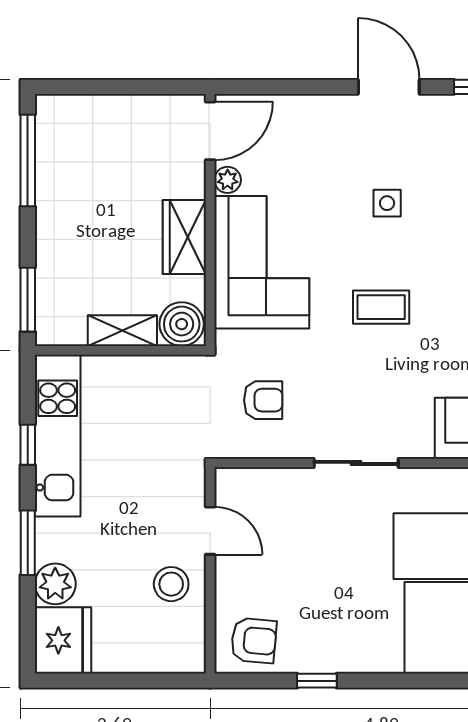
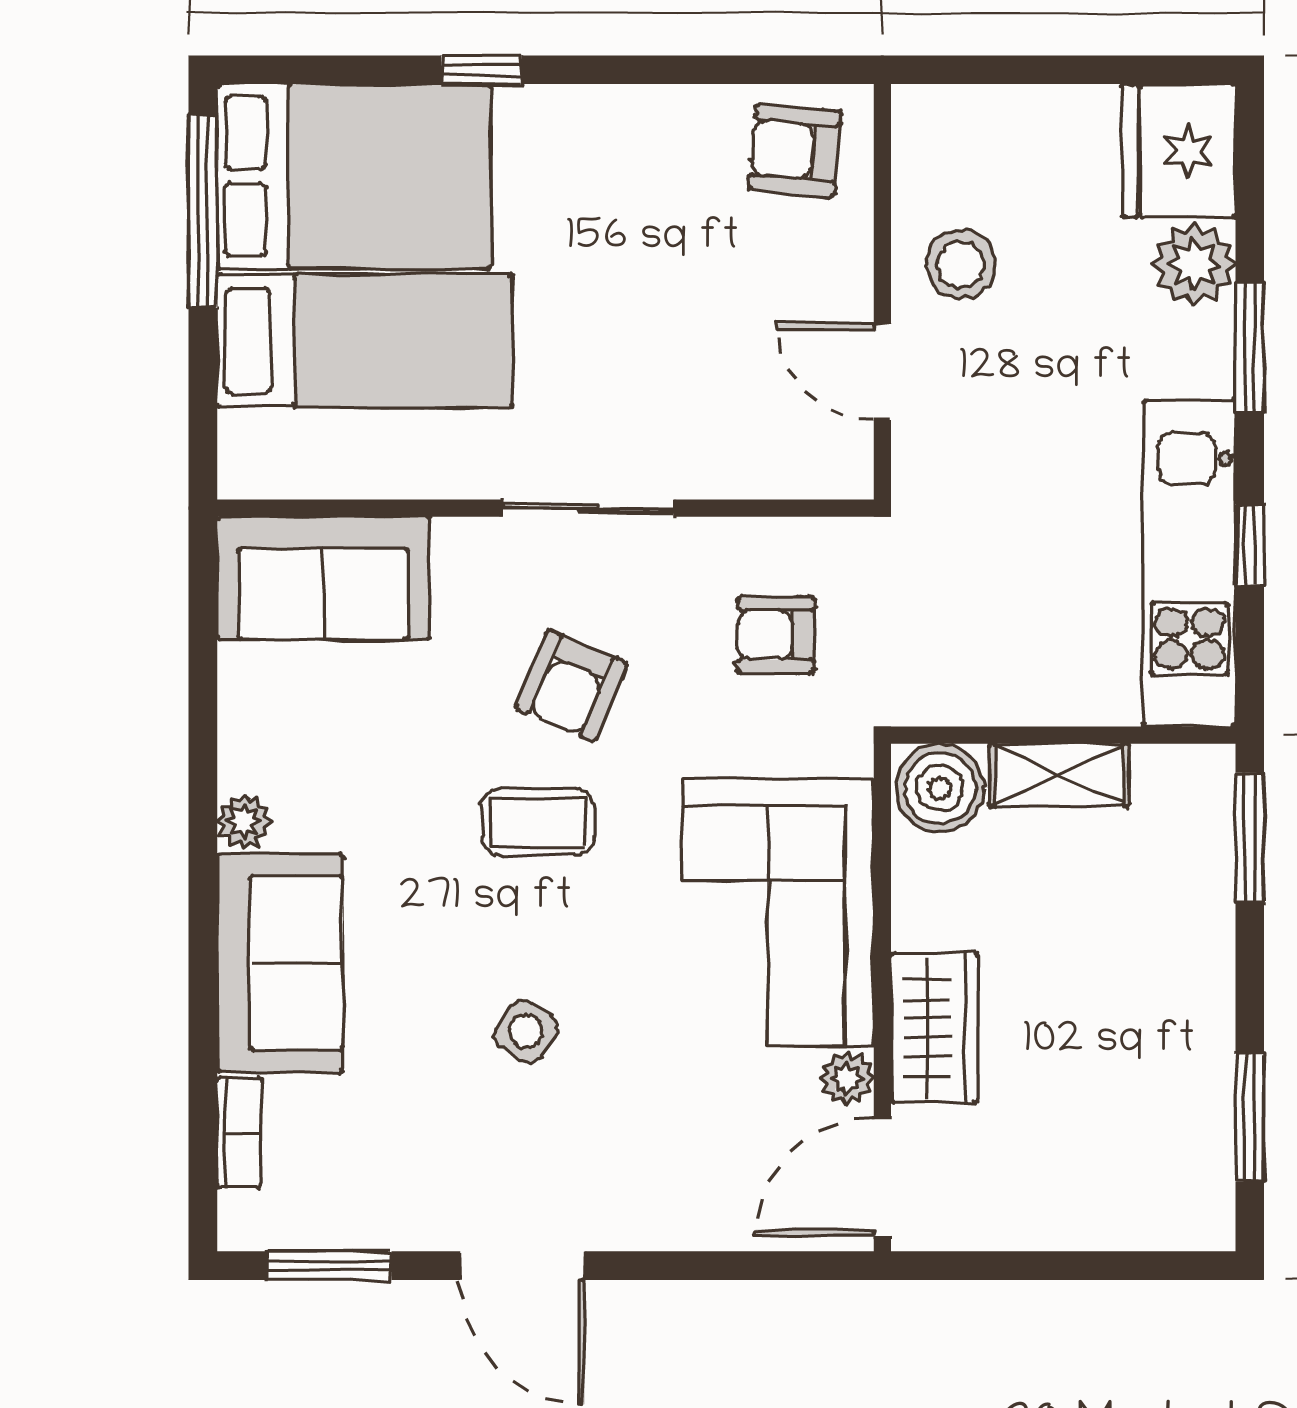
window: (28, 160) -> (1250, 1117), width x0.69
side table: (387, 203) -> (526, 1032), turned 33
wardrobe: (184, 237) -> (934, 1028), moved
armchair: (365, 375) -> (571, 686), added
window: (317, 681) -> (481, 70), moved

